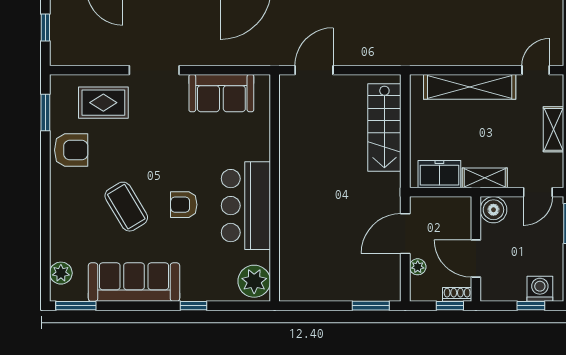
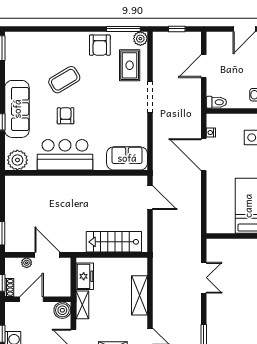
shelving: (470, 87) -> (139, 295), width x0.68
sofa: (221, 93) -> (127, 158), moved, turned 90
window: (45, 113) -> (123, 29), width x1.44
plant: (61, 273) -> (140, 39), moved
sofa: (134, 282) -> (17, 109), moved

